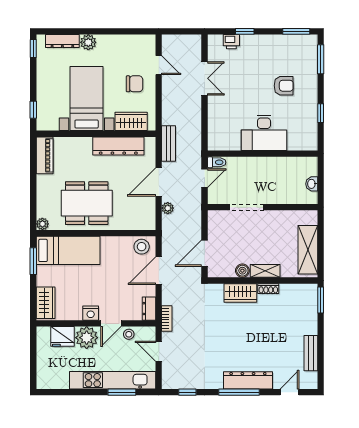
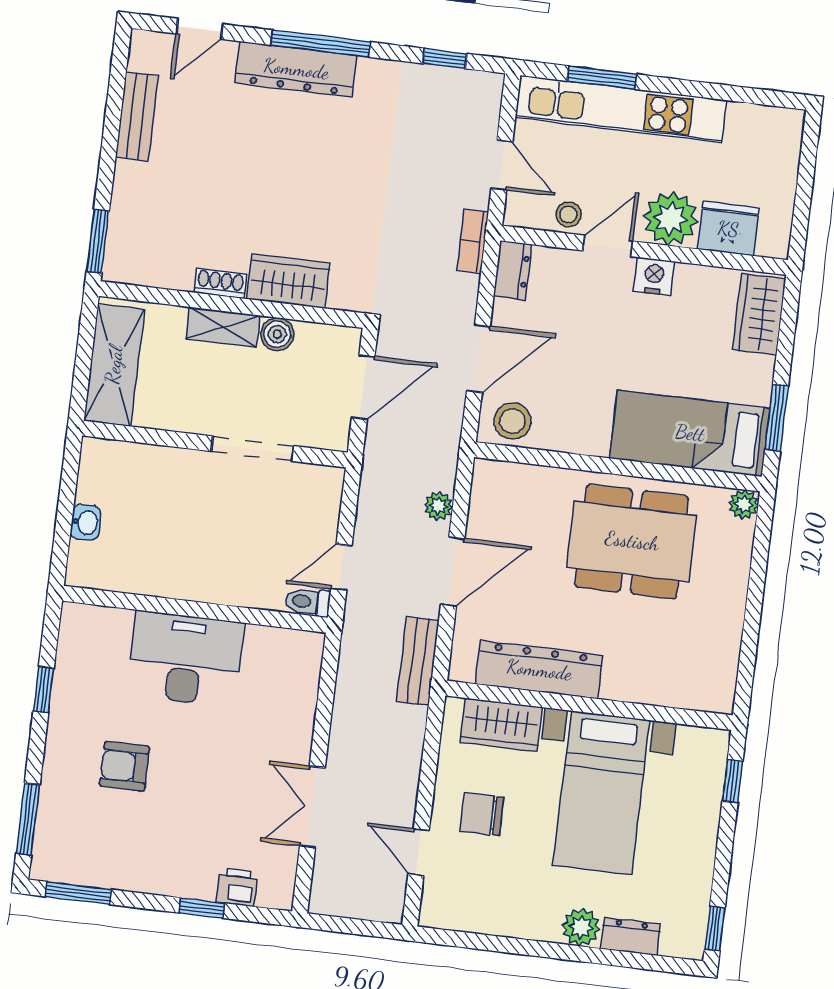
dresser: (62, 41) -> (630, 936), width x0.70
piano: (45, 155) -> (719, 668), removed
doorway: (247, 207) -> (252, 449), moved
wall: (263, 207) -> (215, 444), moved

